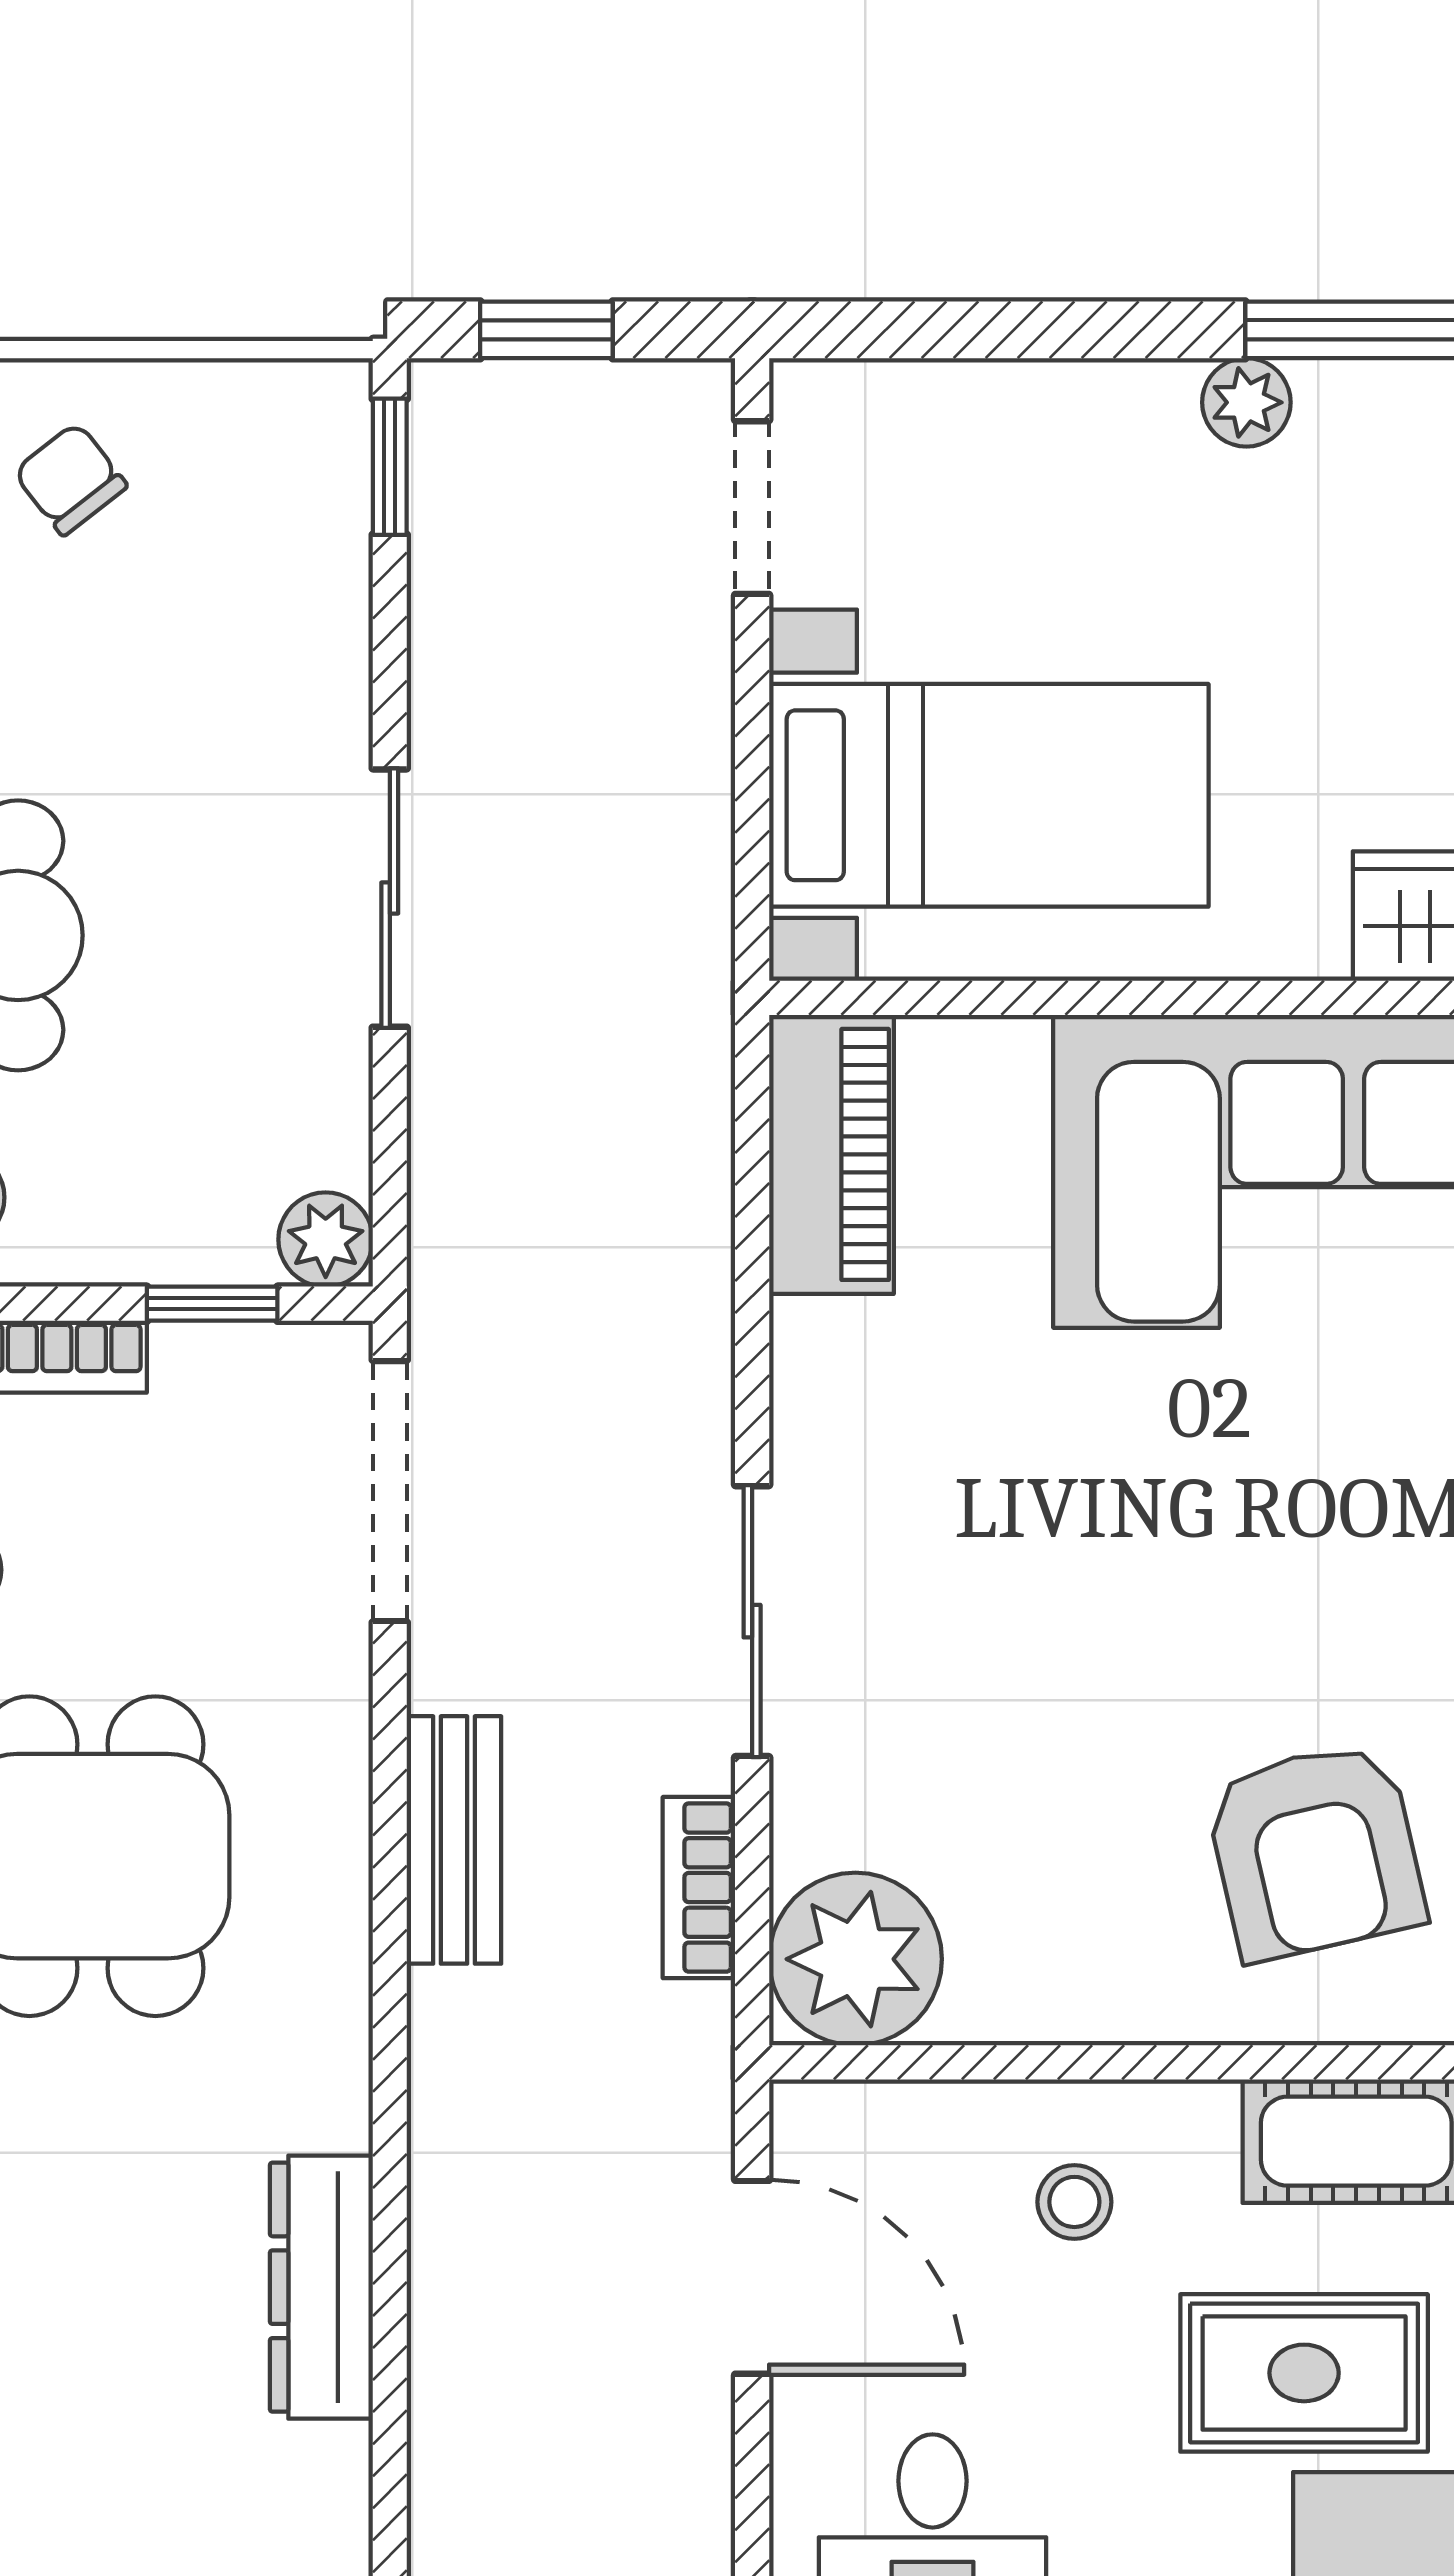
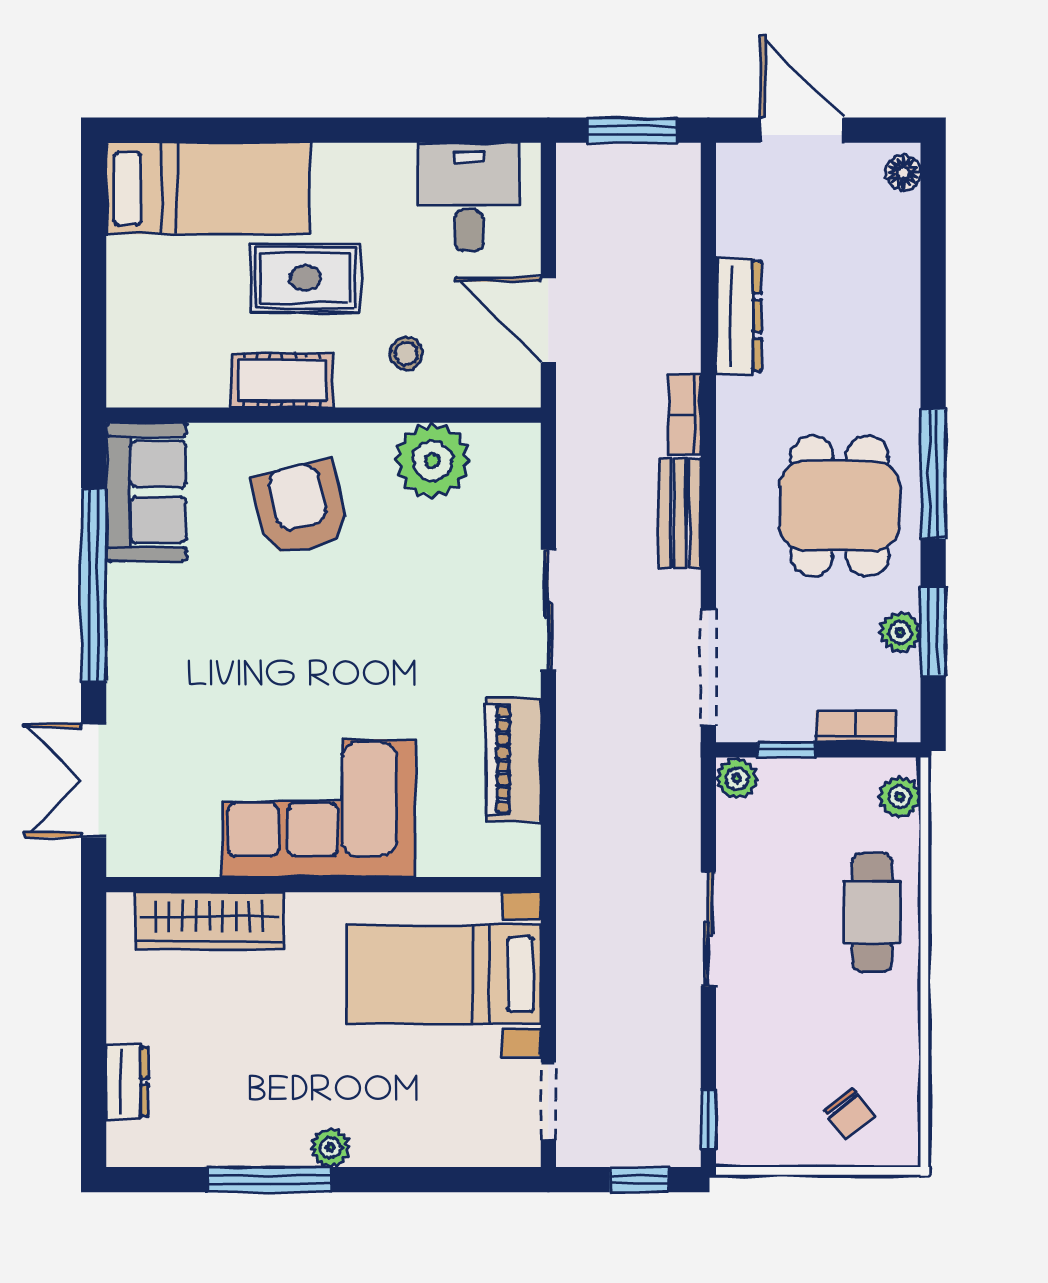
piano: (831, 1154) -> (513, 759), moved
bookcase: (699, 1888) -> (685, 415), moved, turned 180
plant: (855, 1959) -> (432, 461), moved

